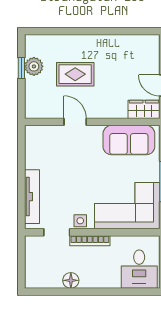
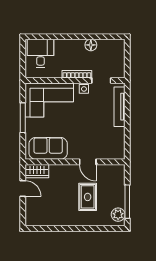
plant: (34, 66) -> (118, 215), moved
window: (21, 68) -> (127, 202), width x2.17
rug: (75, 74) -> (88, 197), turned 90

